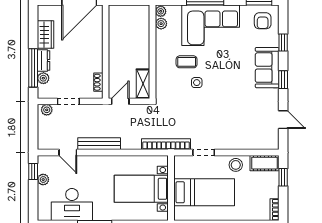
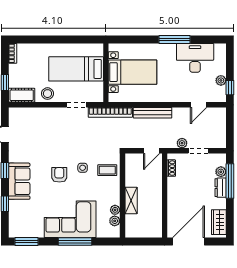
plant: (161, 11) -> (115, 210), moved
armchair: (263, 21) -> (59, 175), moved
wardrobe: (46, 35) -> (219, 222), moved
coffee table: (187, 62) -> (107, 170), moved
shelving: (143, 84) -> (131, 200), moved
plant: (47, 110) -> (182, 143), moved
bench: (99, 144) -> (153, 113), moved
door: (68, 152) -> (199, 105), swing flipped

